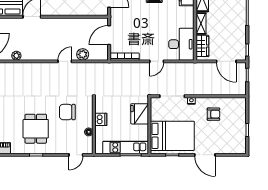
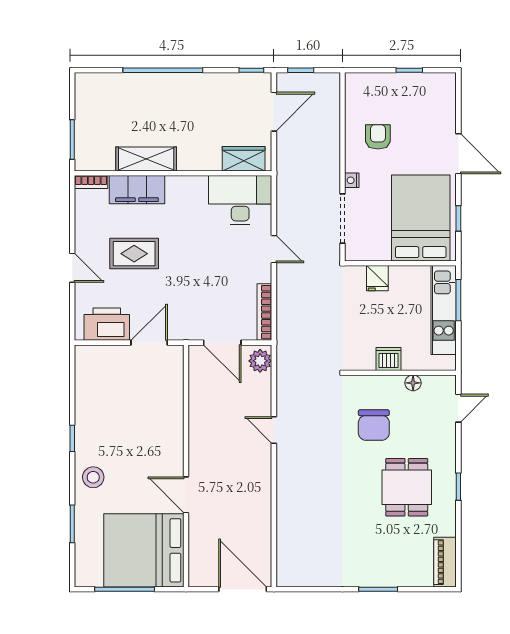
shelving: (201, 24) -> (199, 161), removed
plant: (83, 54) -> (260, 361), moved
plant: (16, 56) -> (263, 525), removed
fridge: (140, 114) -> (377, 278), width x0.53, depth x0.75
dining table: (36, 129) -> (407, 487), turned 90
door: (76, 155) -> (458, 408), hinge flipped
door: (205, 155) -> (458, 154), hinge flipped

